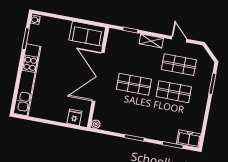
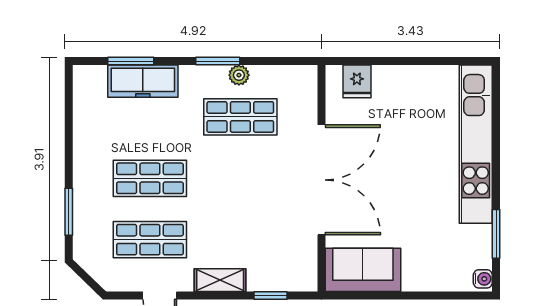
shop shelf: (134, 84) -> (240, 117), moved
plant: (96, 124) -> (239, 75), moved
freezer: (189, 139) -> (143, 81), moved, width x1.40

